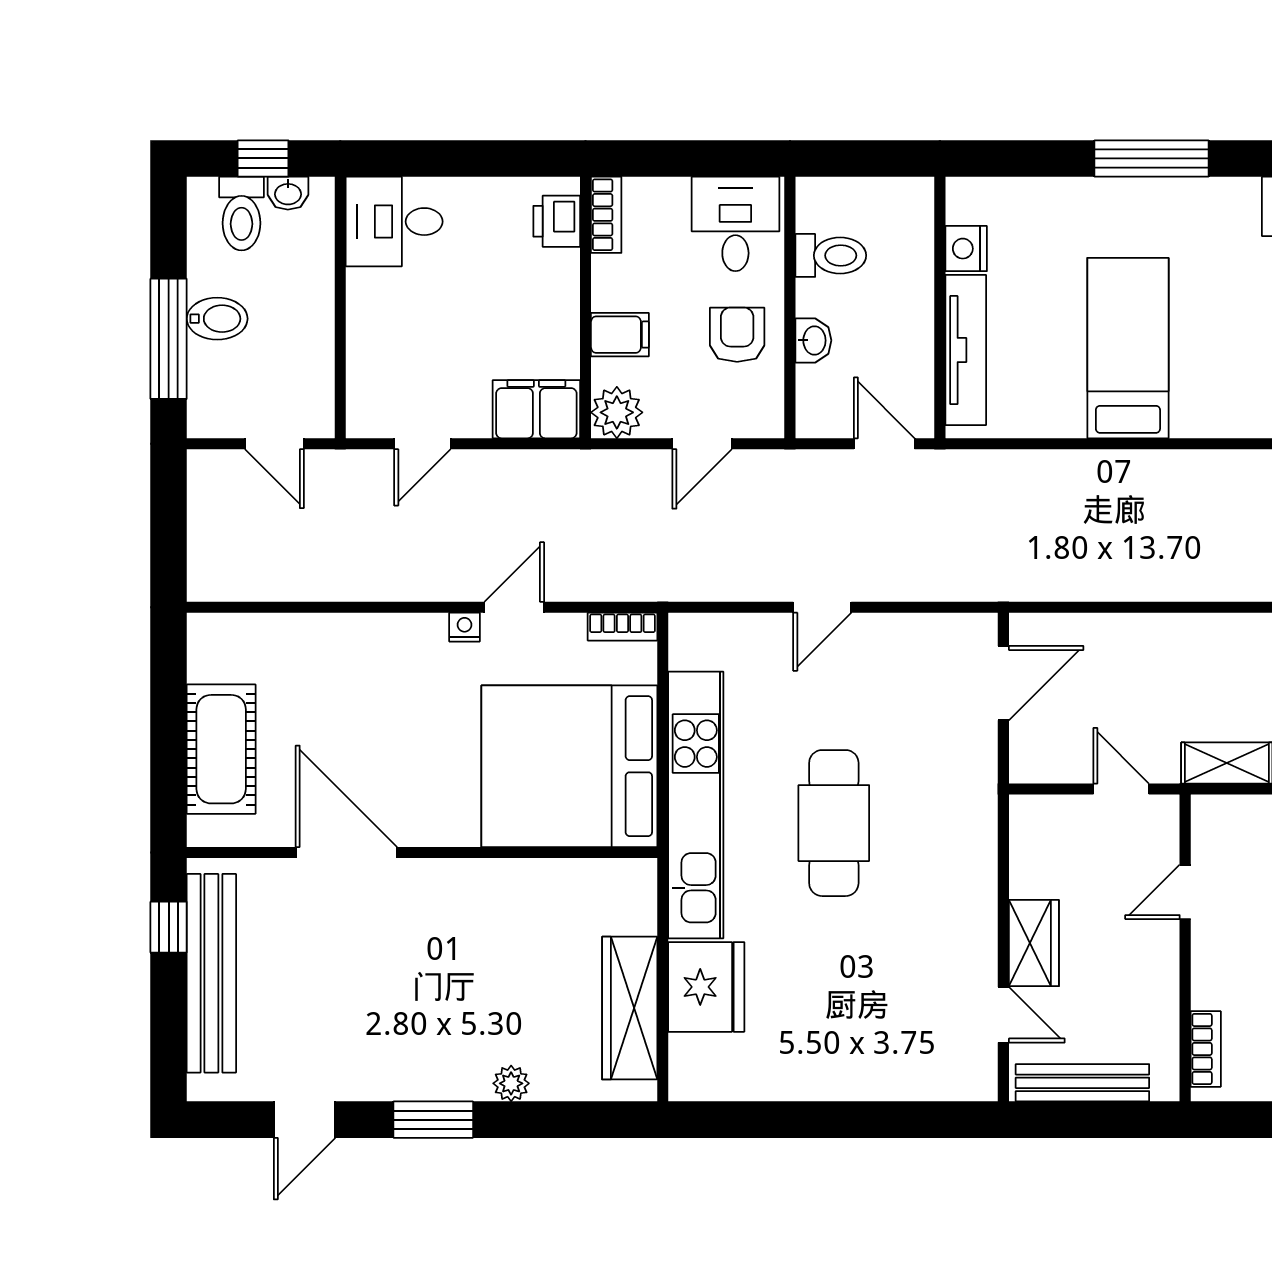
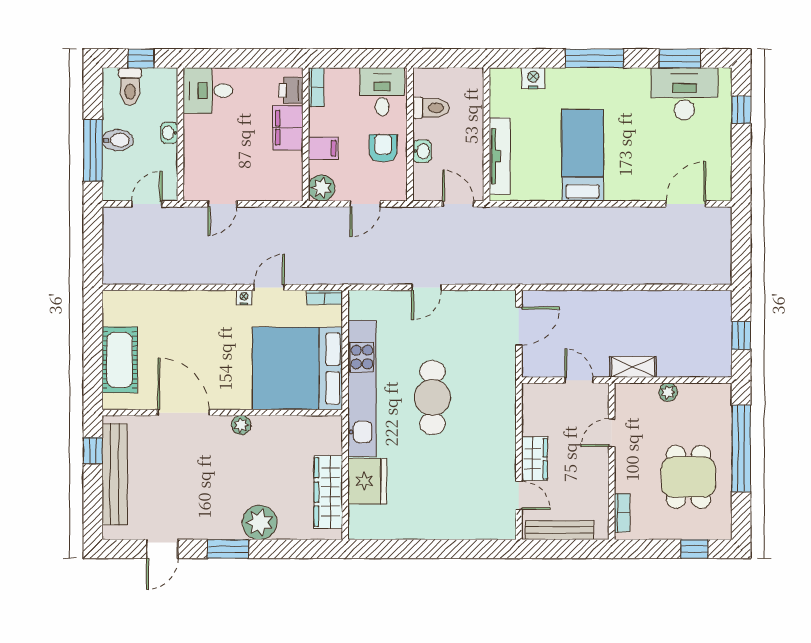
washbasin: (288, 193) -> (169, 133), moved, turned 90
nightstand: (966, 249) -> (533, 78), moved, turned 90
filing cabinet: (536, 409) -> (288, 128), moved, turned -90
door: (274, 444) -> (147, 204), swing flipped
plant: (459, 877) -> (241, 425), added
plant: (511, 1083) -> (260, 522), width x1.88, depth x1.88

